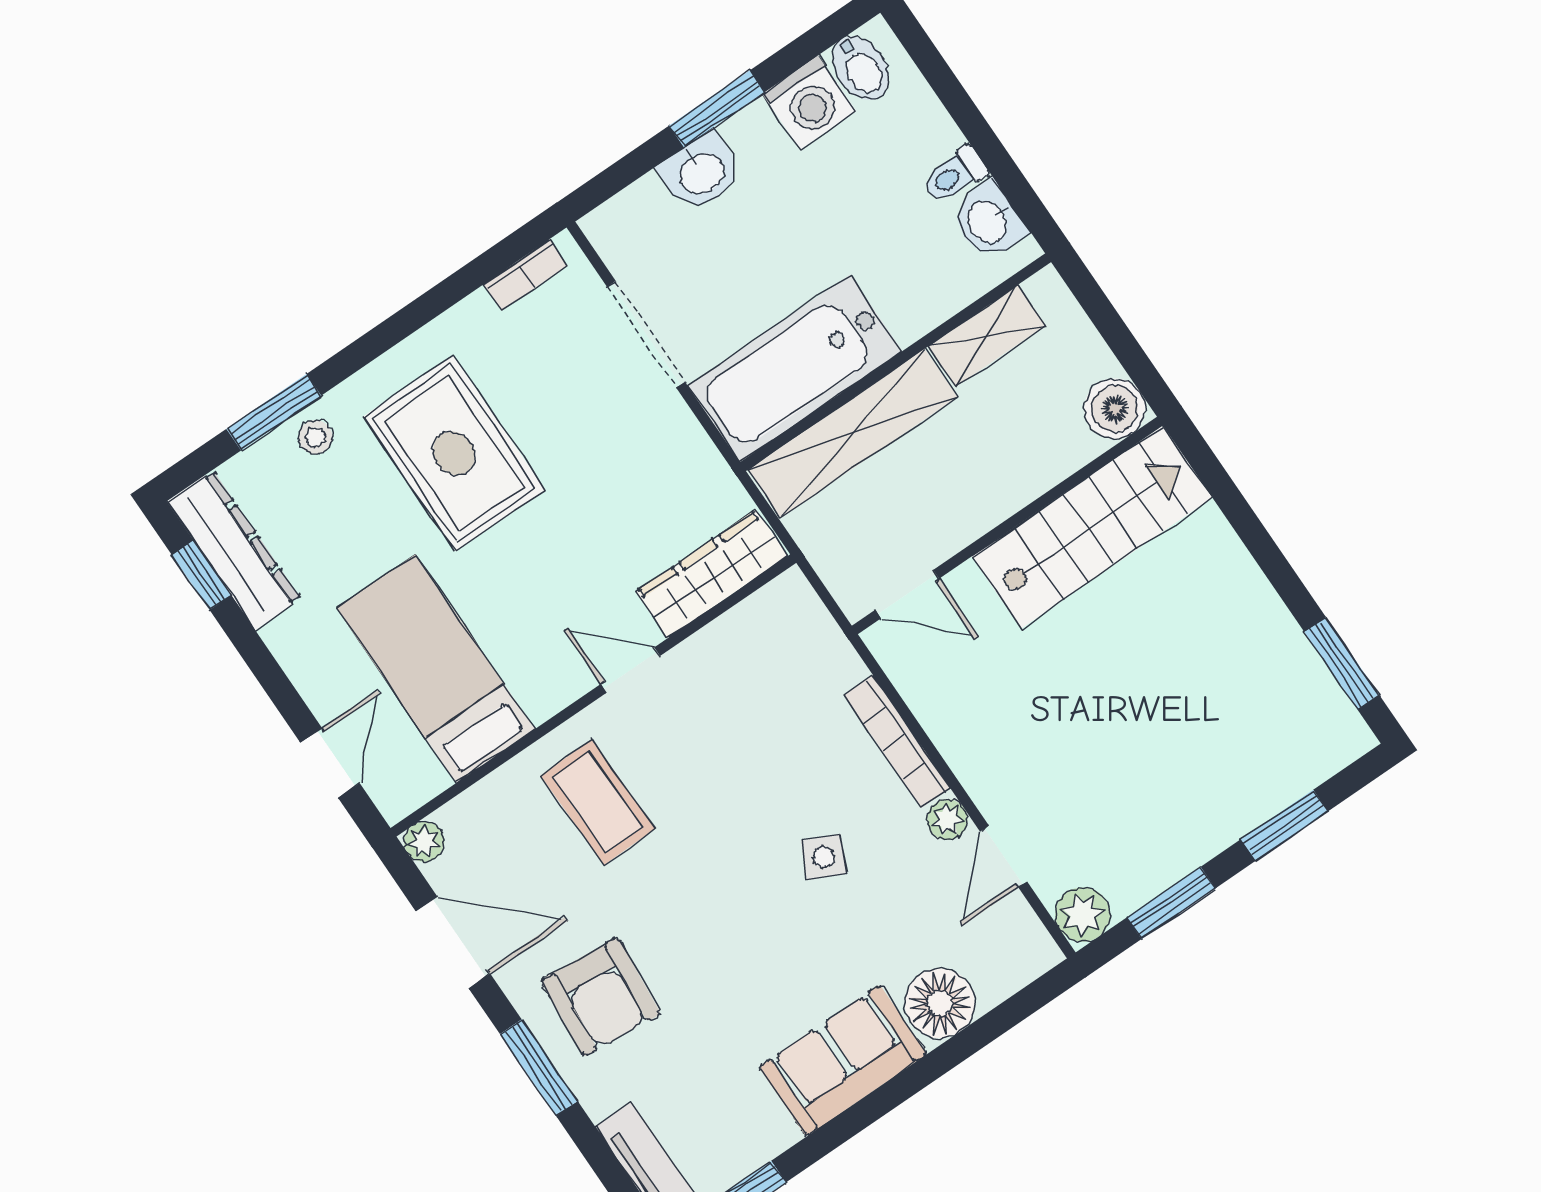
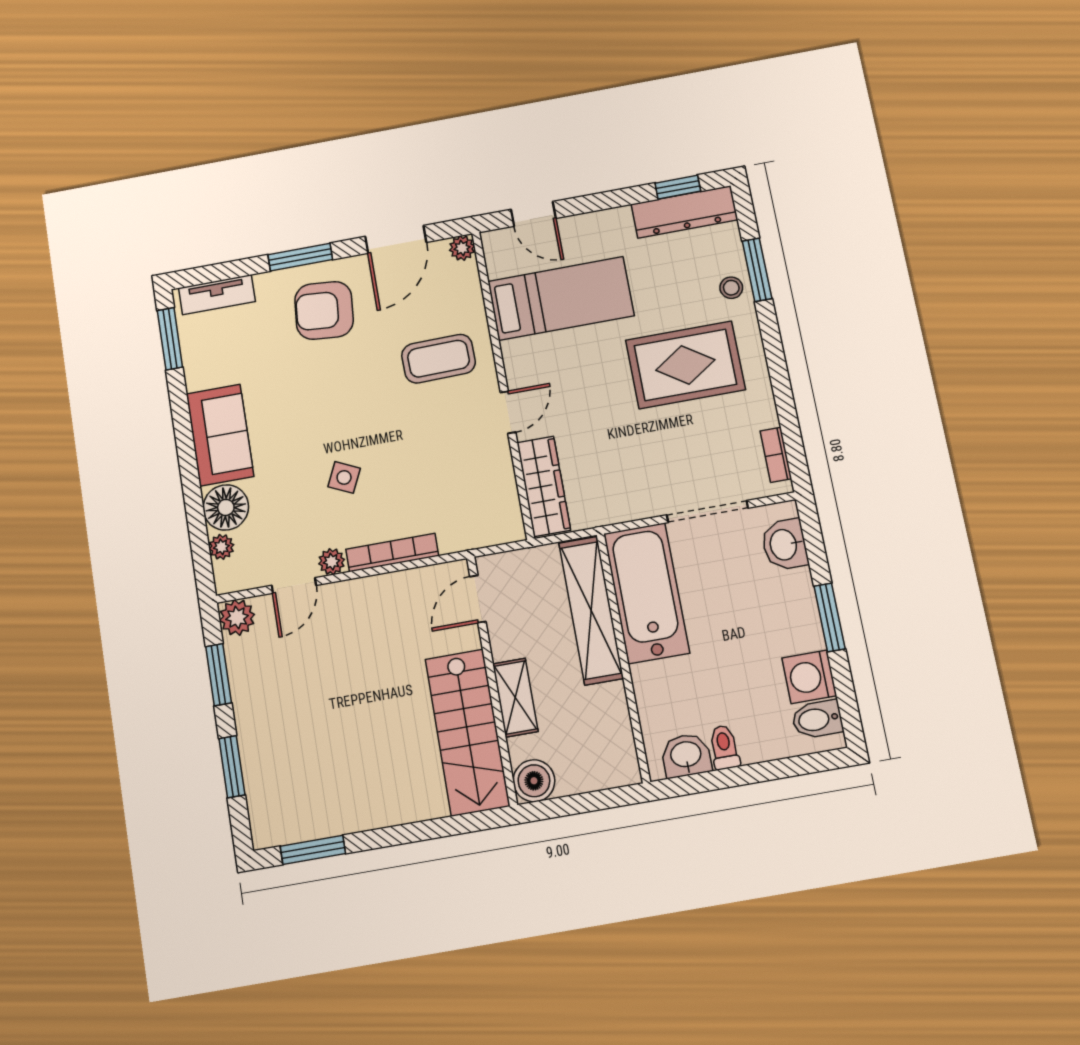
washbasin: (701, 172) -> (784, 545), moved
shelving: (987, 336) -> (515, 698), moved
door: (1004, 857) -> (294, 585), swing flipped
plant: (997, 983) -> (221, 547), added

